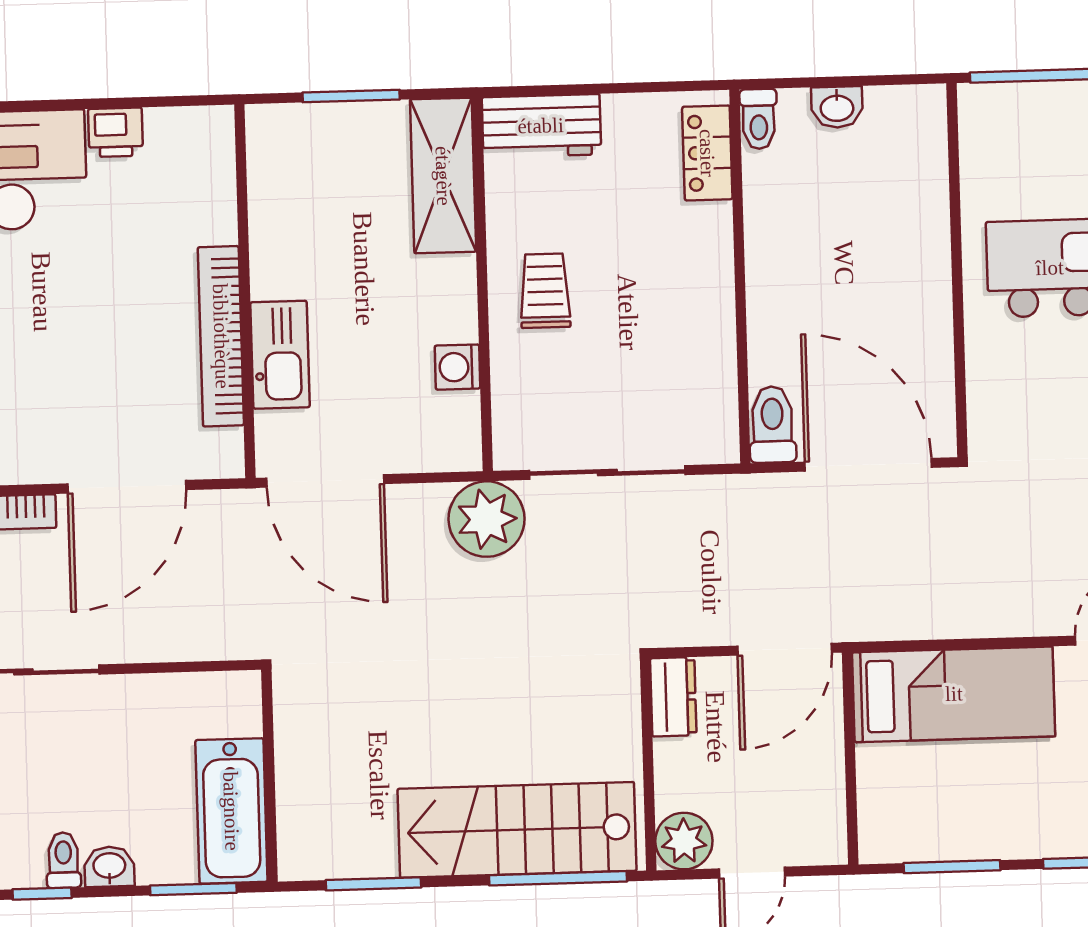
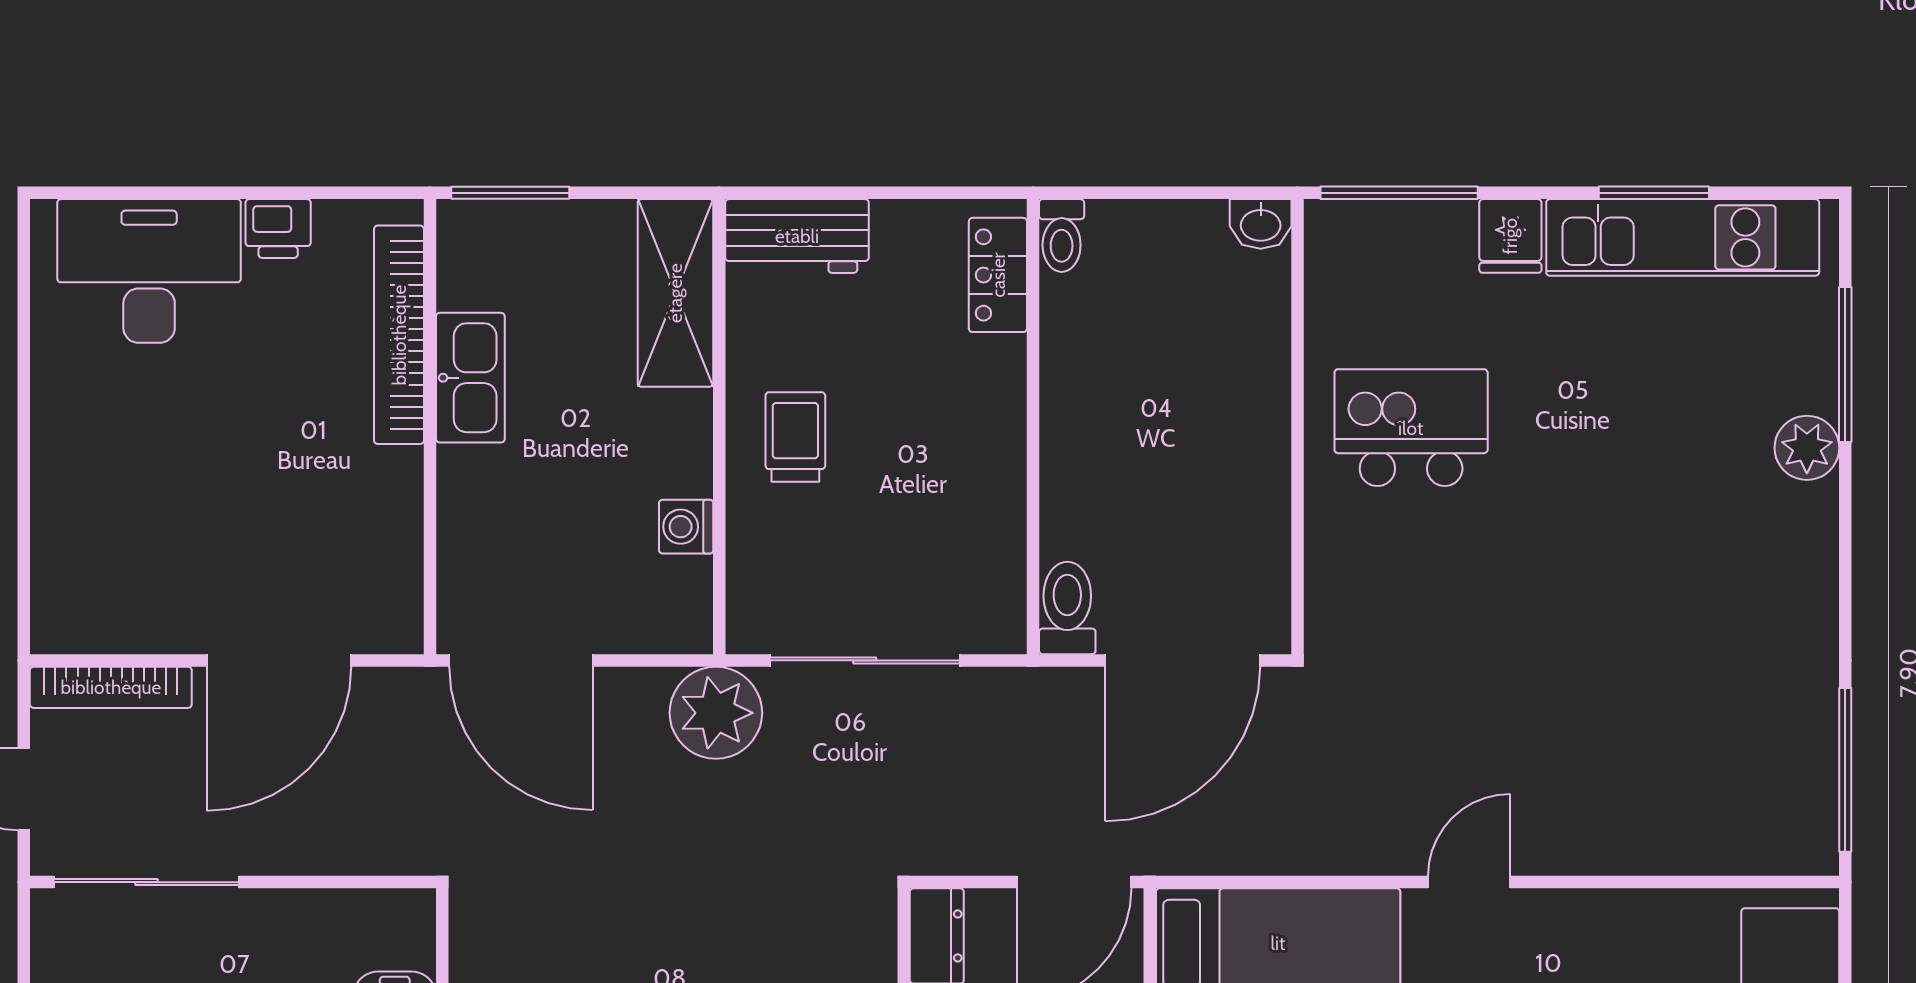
window: (351, 96) -> (510, 193), moved
washbasin: (837, 107) -> (1261, 224), moved
bookcase: (221, 336) -> (399, 335), moved
kitchen sink: (280, 355) -> (470, 378), moved
door: (868, 465) -> (1183, 660), swing flipped

